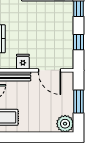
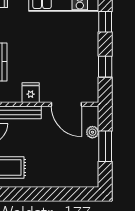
plant: (65, 124) -> (92, 132), moved, width x0.53, depth x0.53

